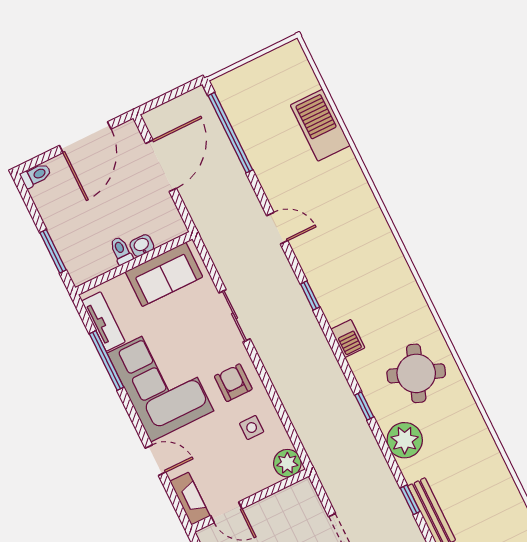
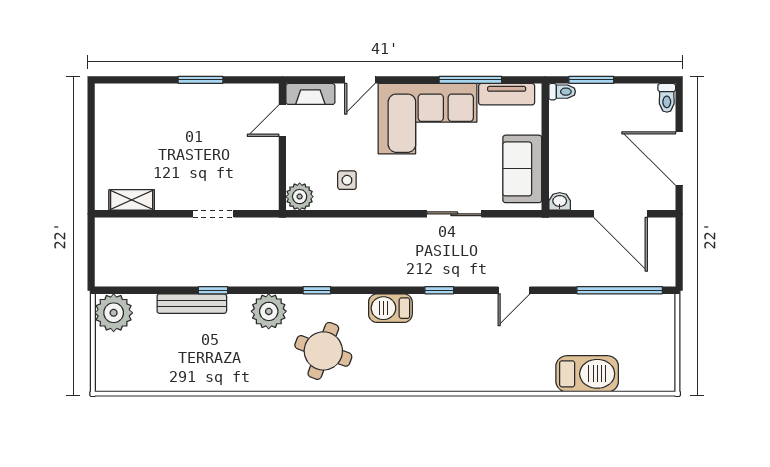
washbasin: (142, 246) -> (560, 201), moved, turned -90
toilet: (121, 251) -> (562, 92), moved
barbecue: (348, 338) -> (390, 308), width x1.38, depth x1.27
armchair: (233, 383) -> (395, 183), removed

